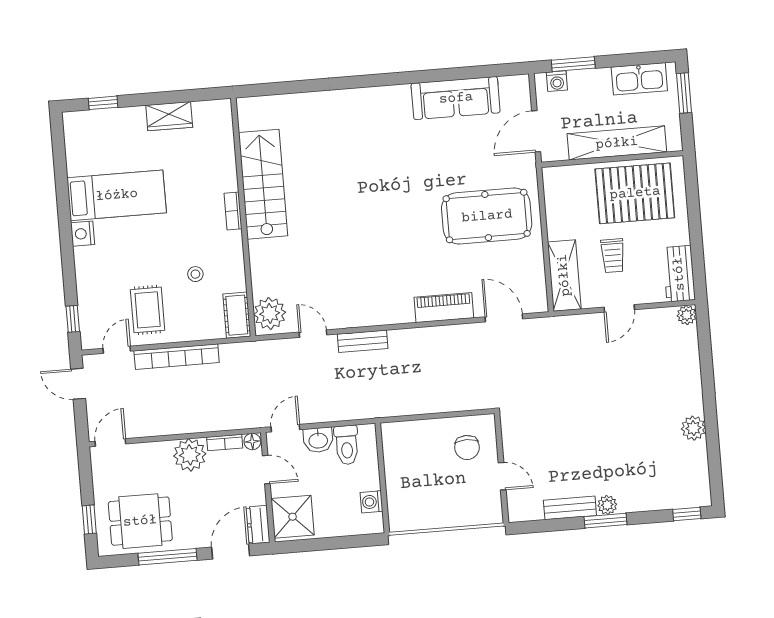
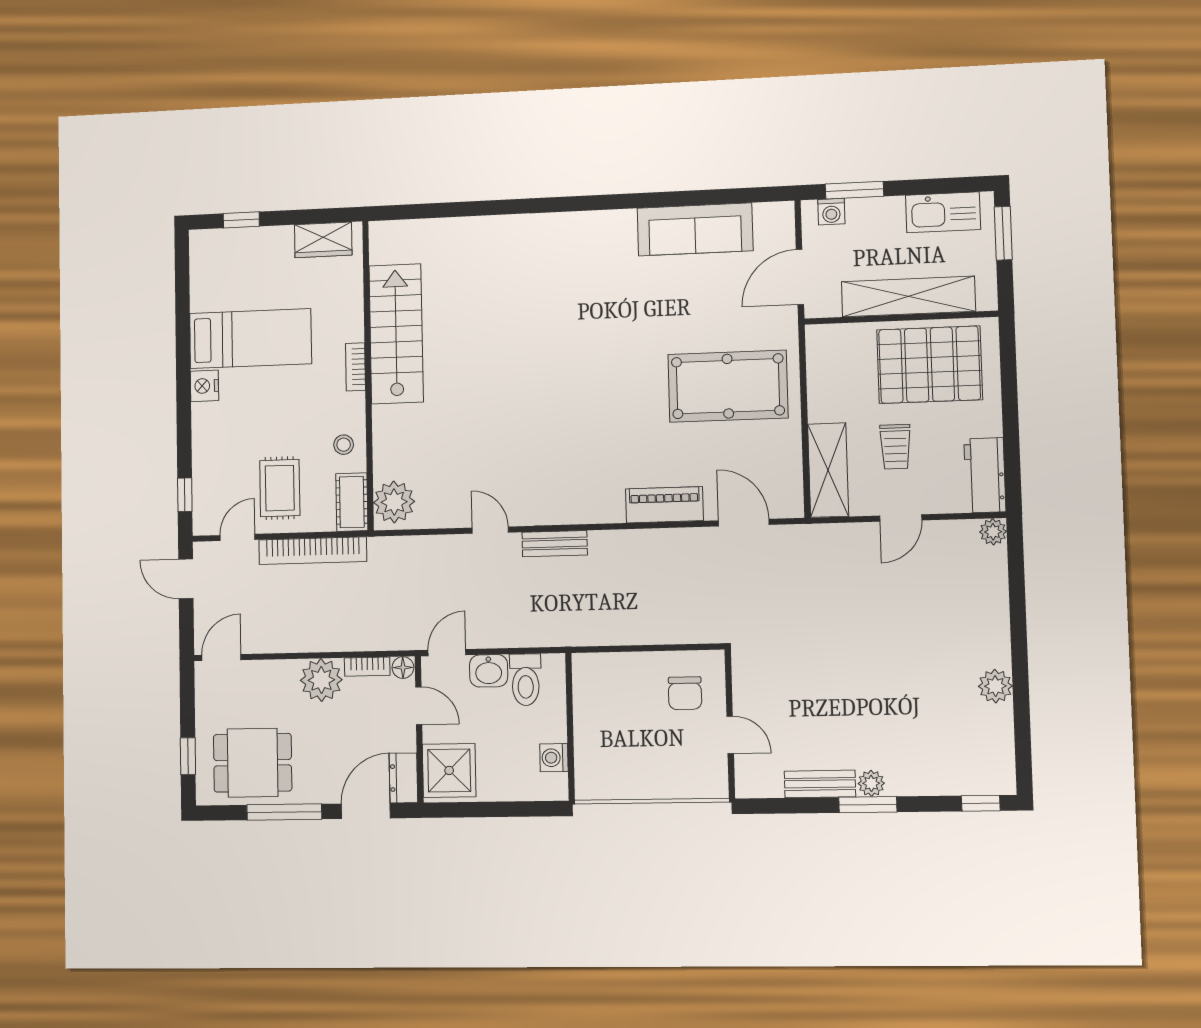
stairs: (263, 184) -> (396, 334), moved
bookcase: (233, 211) -> (355, 367), moved
wall: (243, 217) -> (368, 375), moved
plant: (270, 313) -> (394, 502), moved
cot: (237, 315) -> (352, 502), moved

